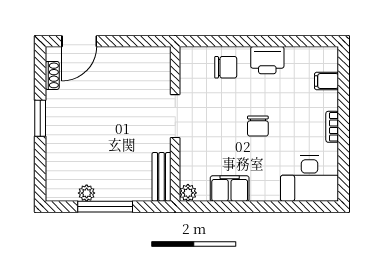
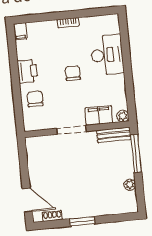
filing cabinet: (327, 81) -> (20, 31), moved
chair: (258, 126) -> (73, 73), turned -90
desk: (310, 179) -> (107, 55), moved
filing cabinet: (230, 189) -> (99, 115), moved, turned 90
window: (105, 207) -> (136, 153), moved

